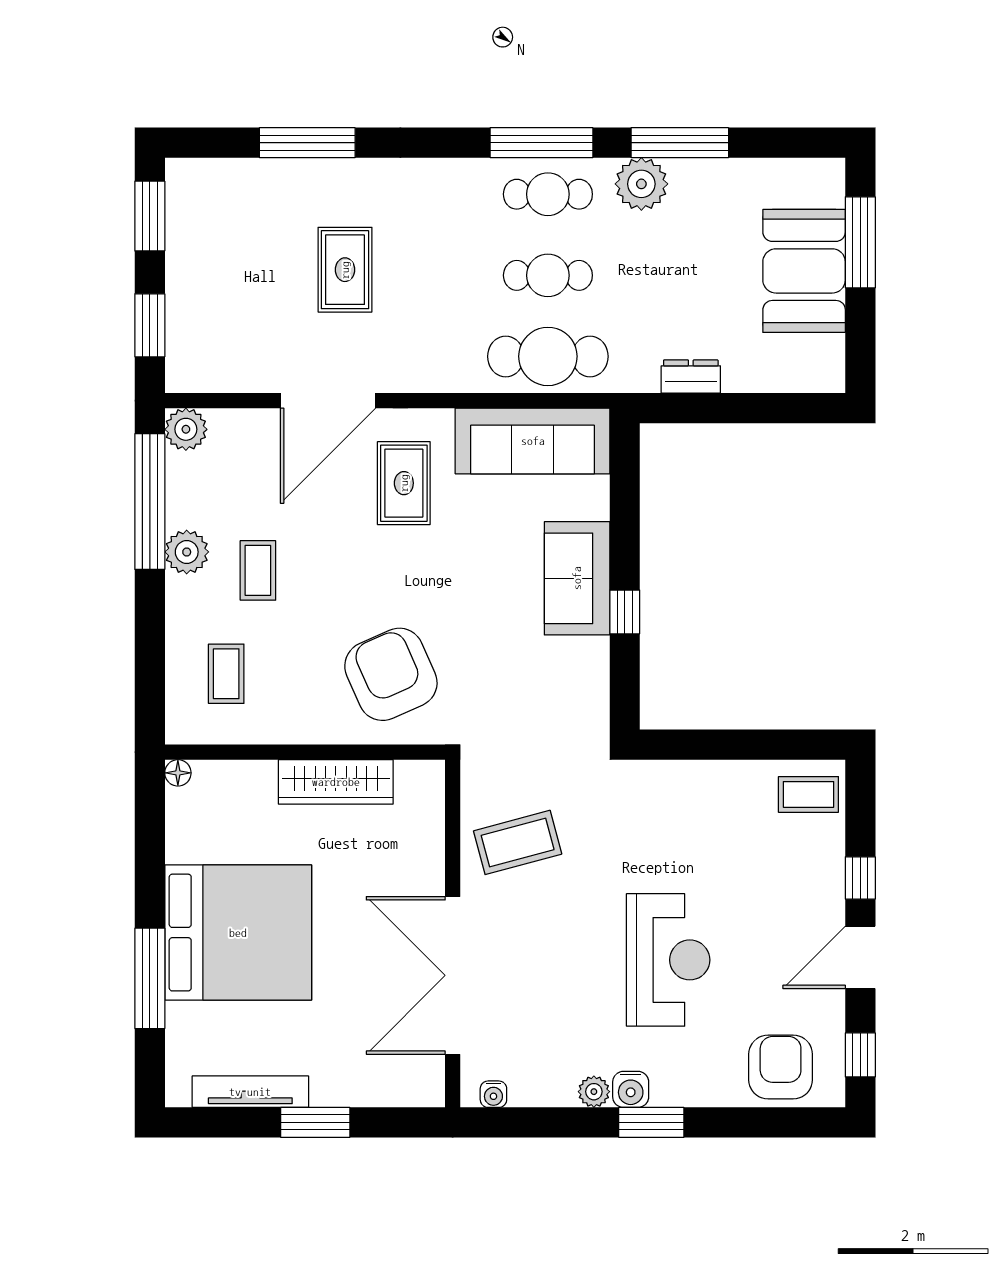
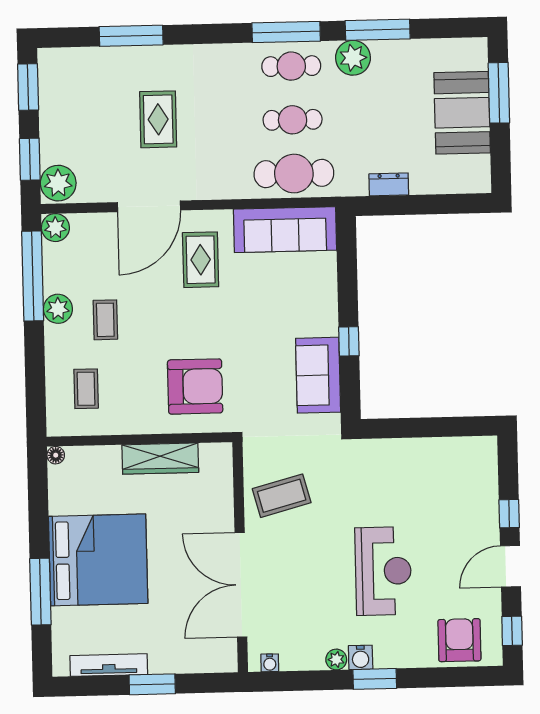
plant: (192, 362) -> (58, 183), added
sofa: (577, 578) -> (318, 375), moved
armchair: (391, 674) -> (195, 386), turned 114
coffee table: (808, 794) -> (473, 459), removed

